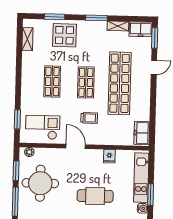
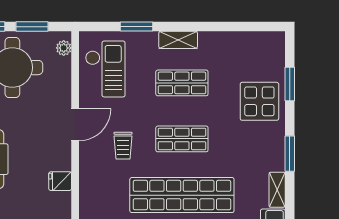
shelving: (27, 39) -> (178, 40), moved
window: (17, 119) -> (136, 27), moved

